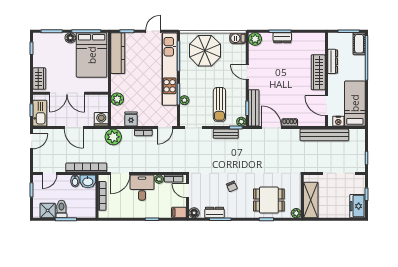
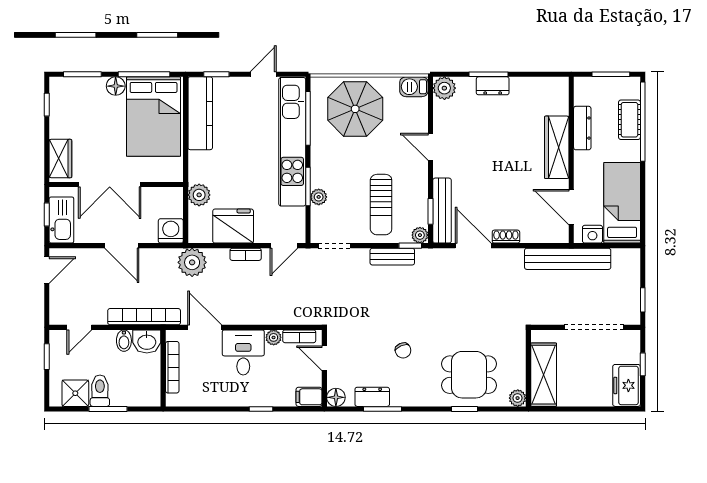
cot: (359, 44) -> (629, 120), moved
fridge: (131, 119) -> (233, 226), width x1.88, depth x1.34
door: (120, 173) -> (205, 327), swing flipped

